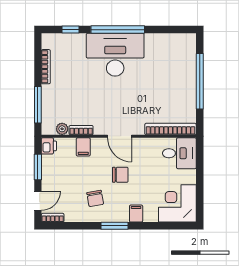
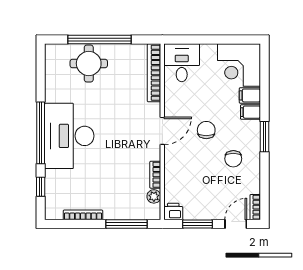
round table: (179, 72) -> (89, 63), added
filing cabinet: (83, 147) -> (250, 95), moved, turned 180
chair: (95, 198) -> (233, 159), turned 100
door: (38, 201) -> (236, 224), hinge flipped

